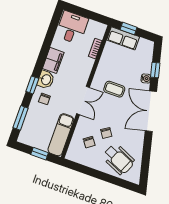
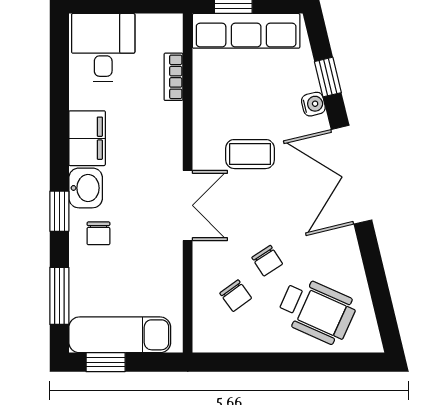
row of seats: (123, 38) -> (246, 31), width x1.48
exam couch: (61, 135) -> (120, 335), moved, turned 90
window: (40, 154) -> (106, 362), moved

